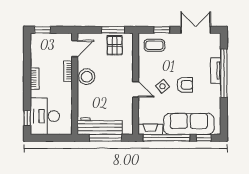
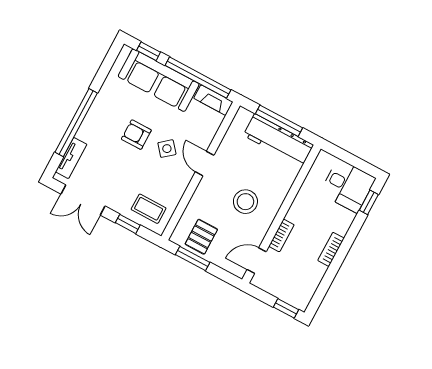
tv unit: (216, 70) -> (71, 158), moved
stool: (87, 77) -> (245, 202), moved
desk: (45, 116) -> (348, 186), width x0.73

